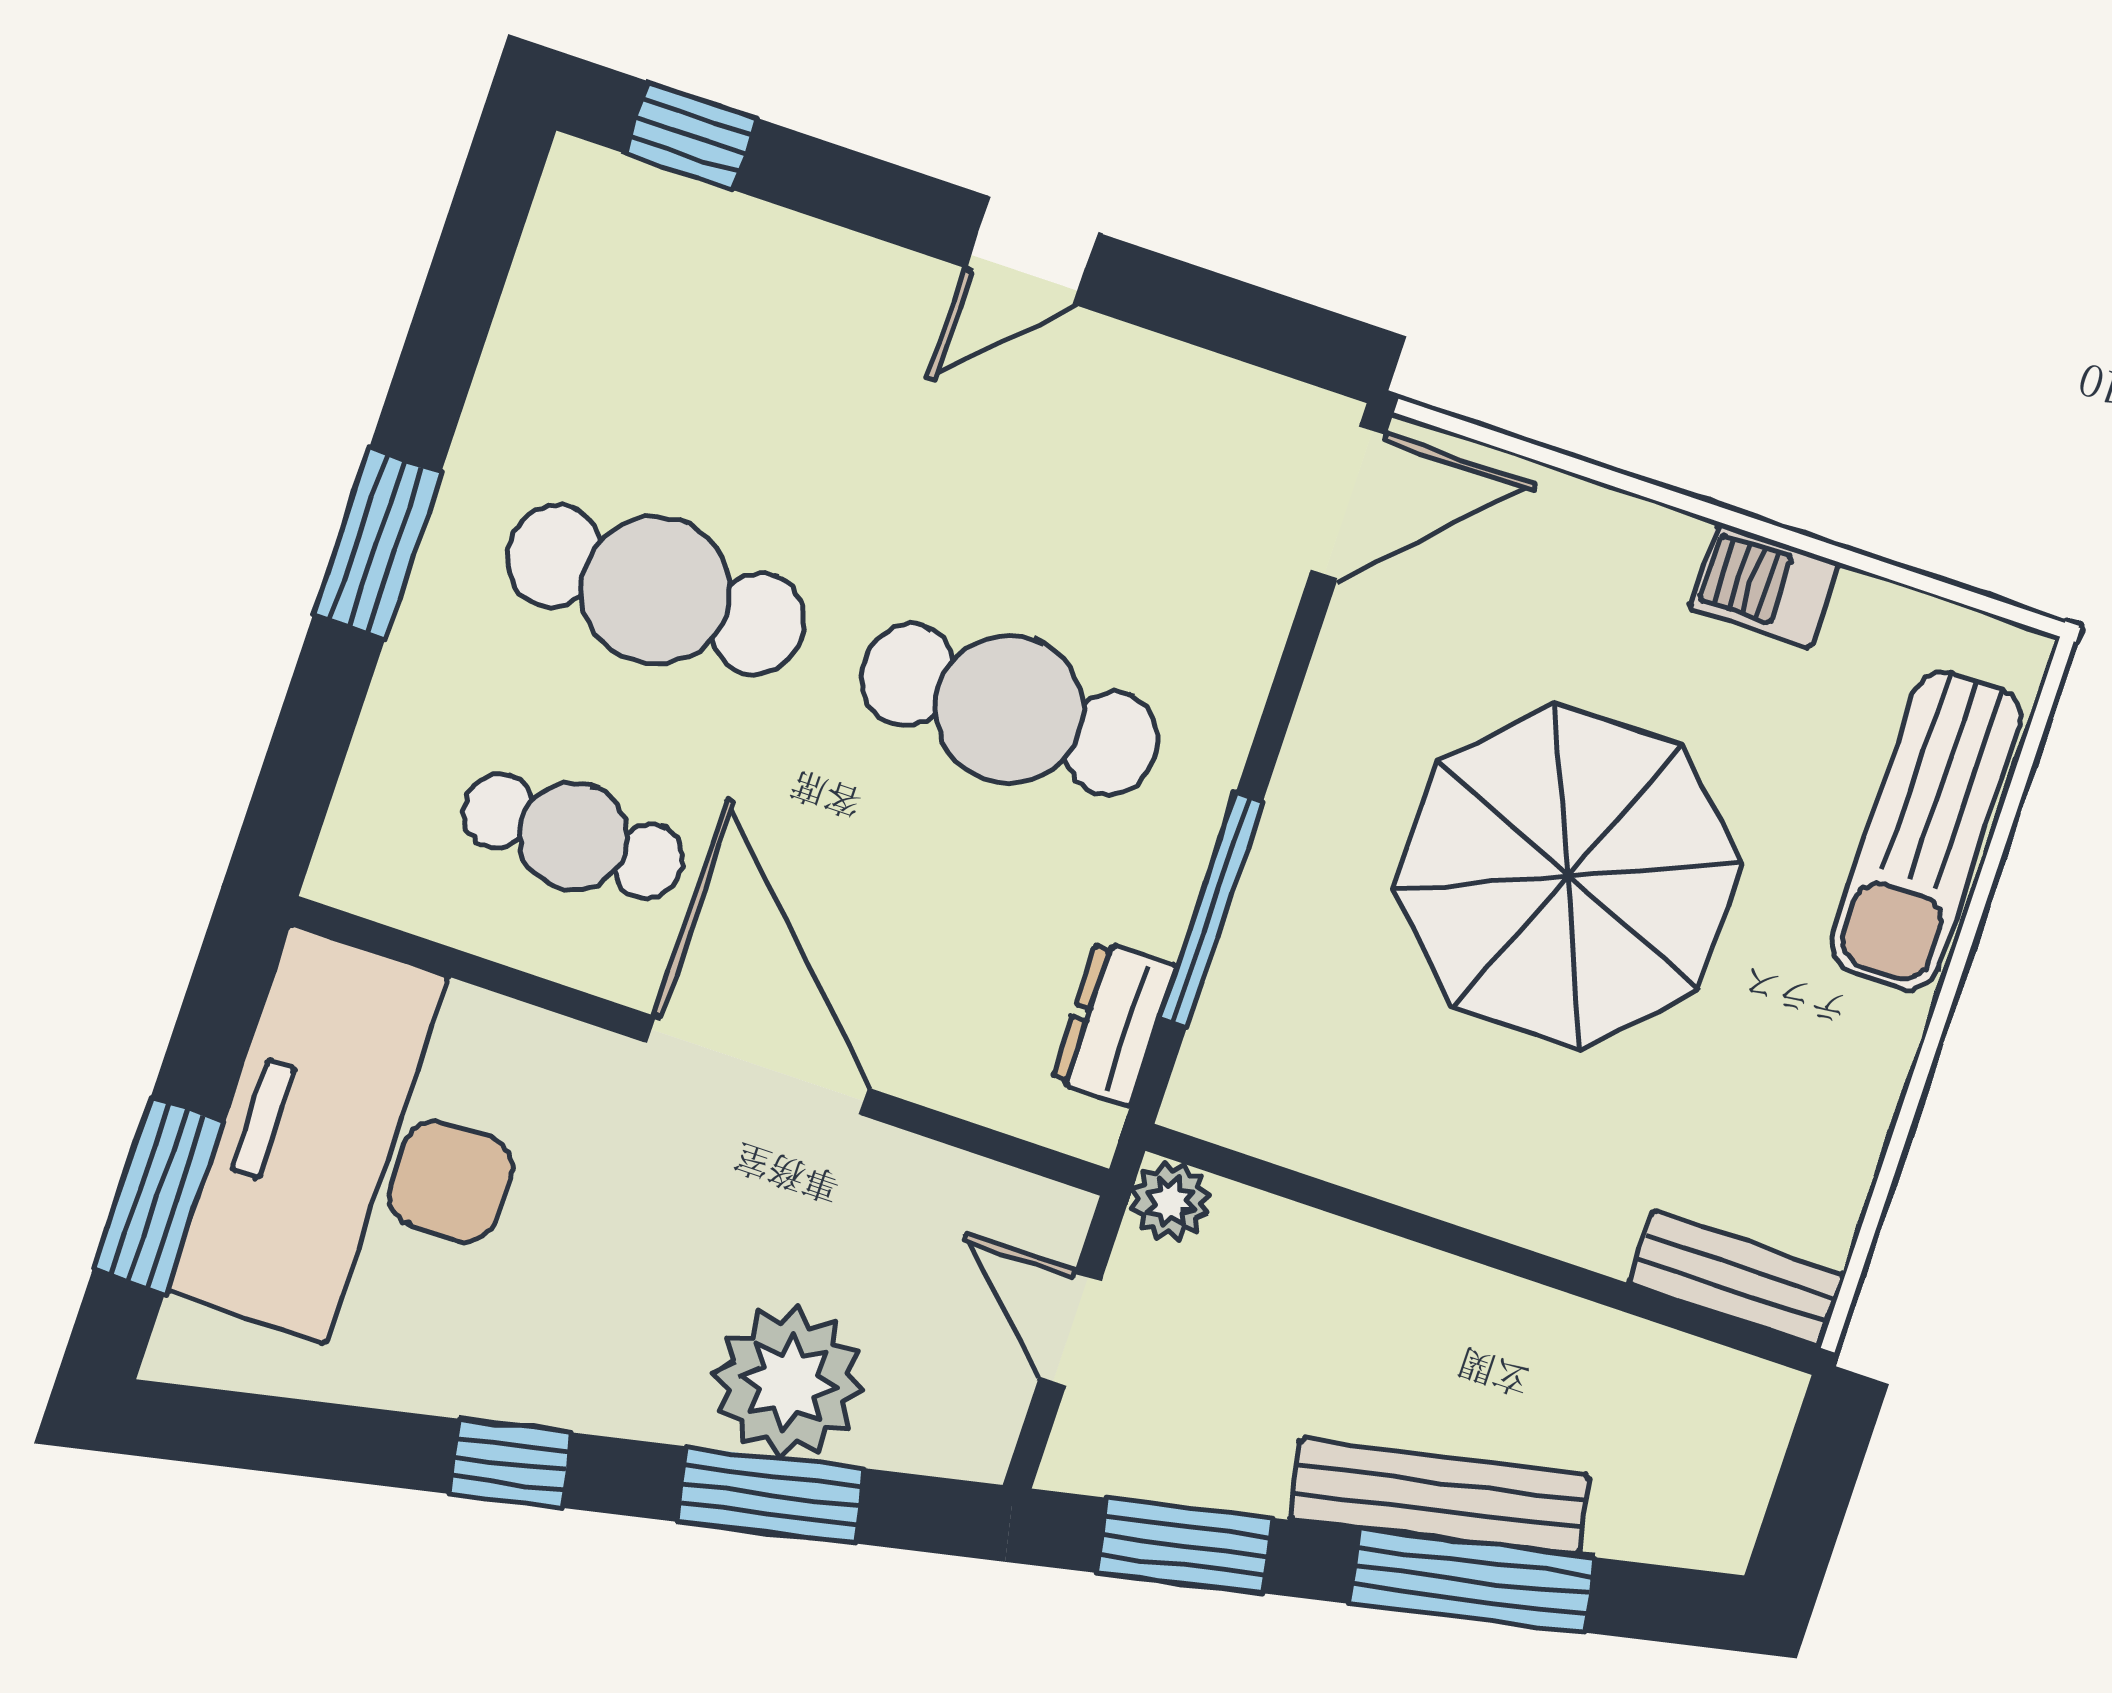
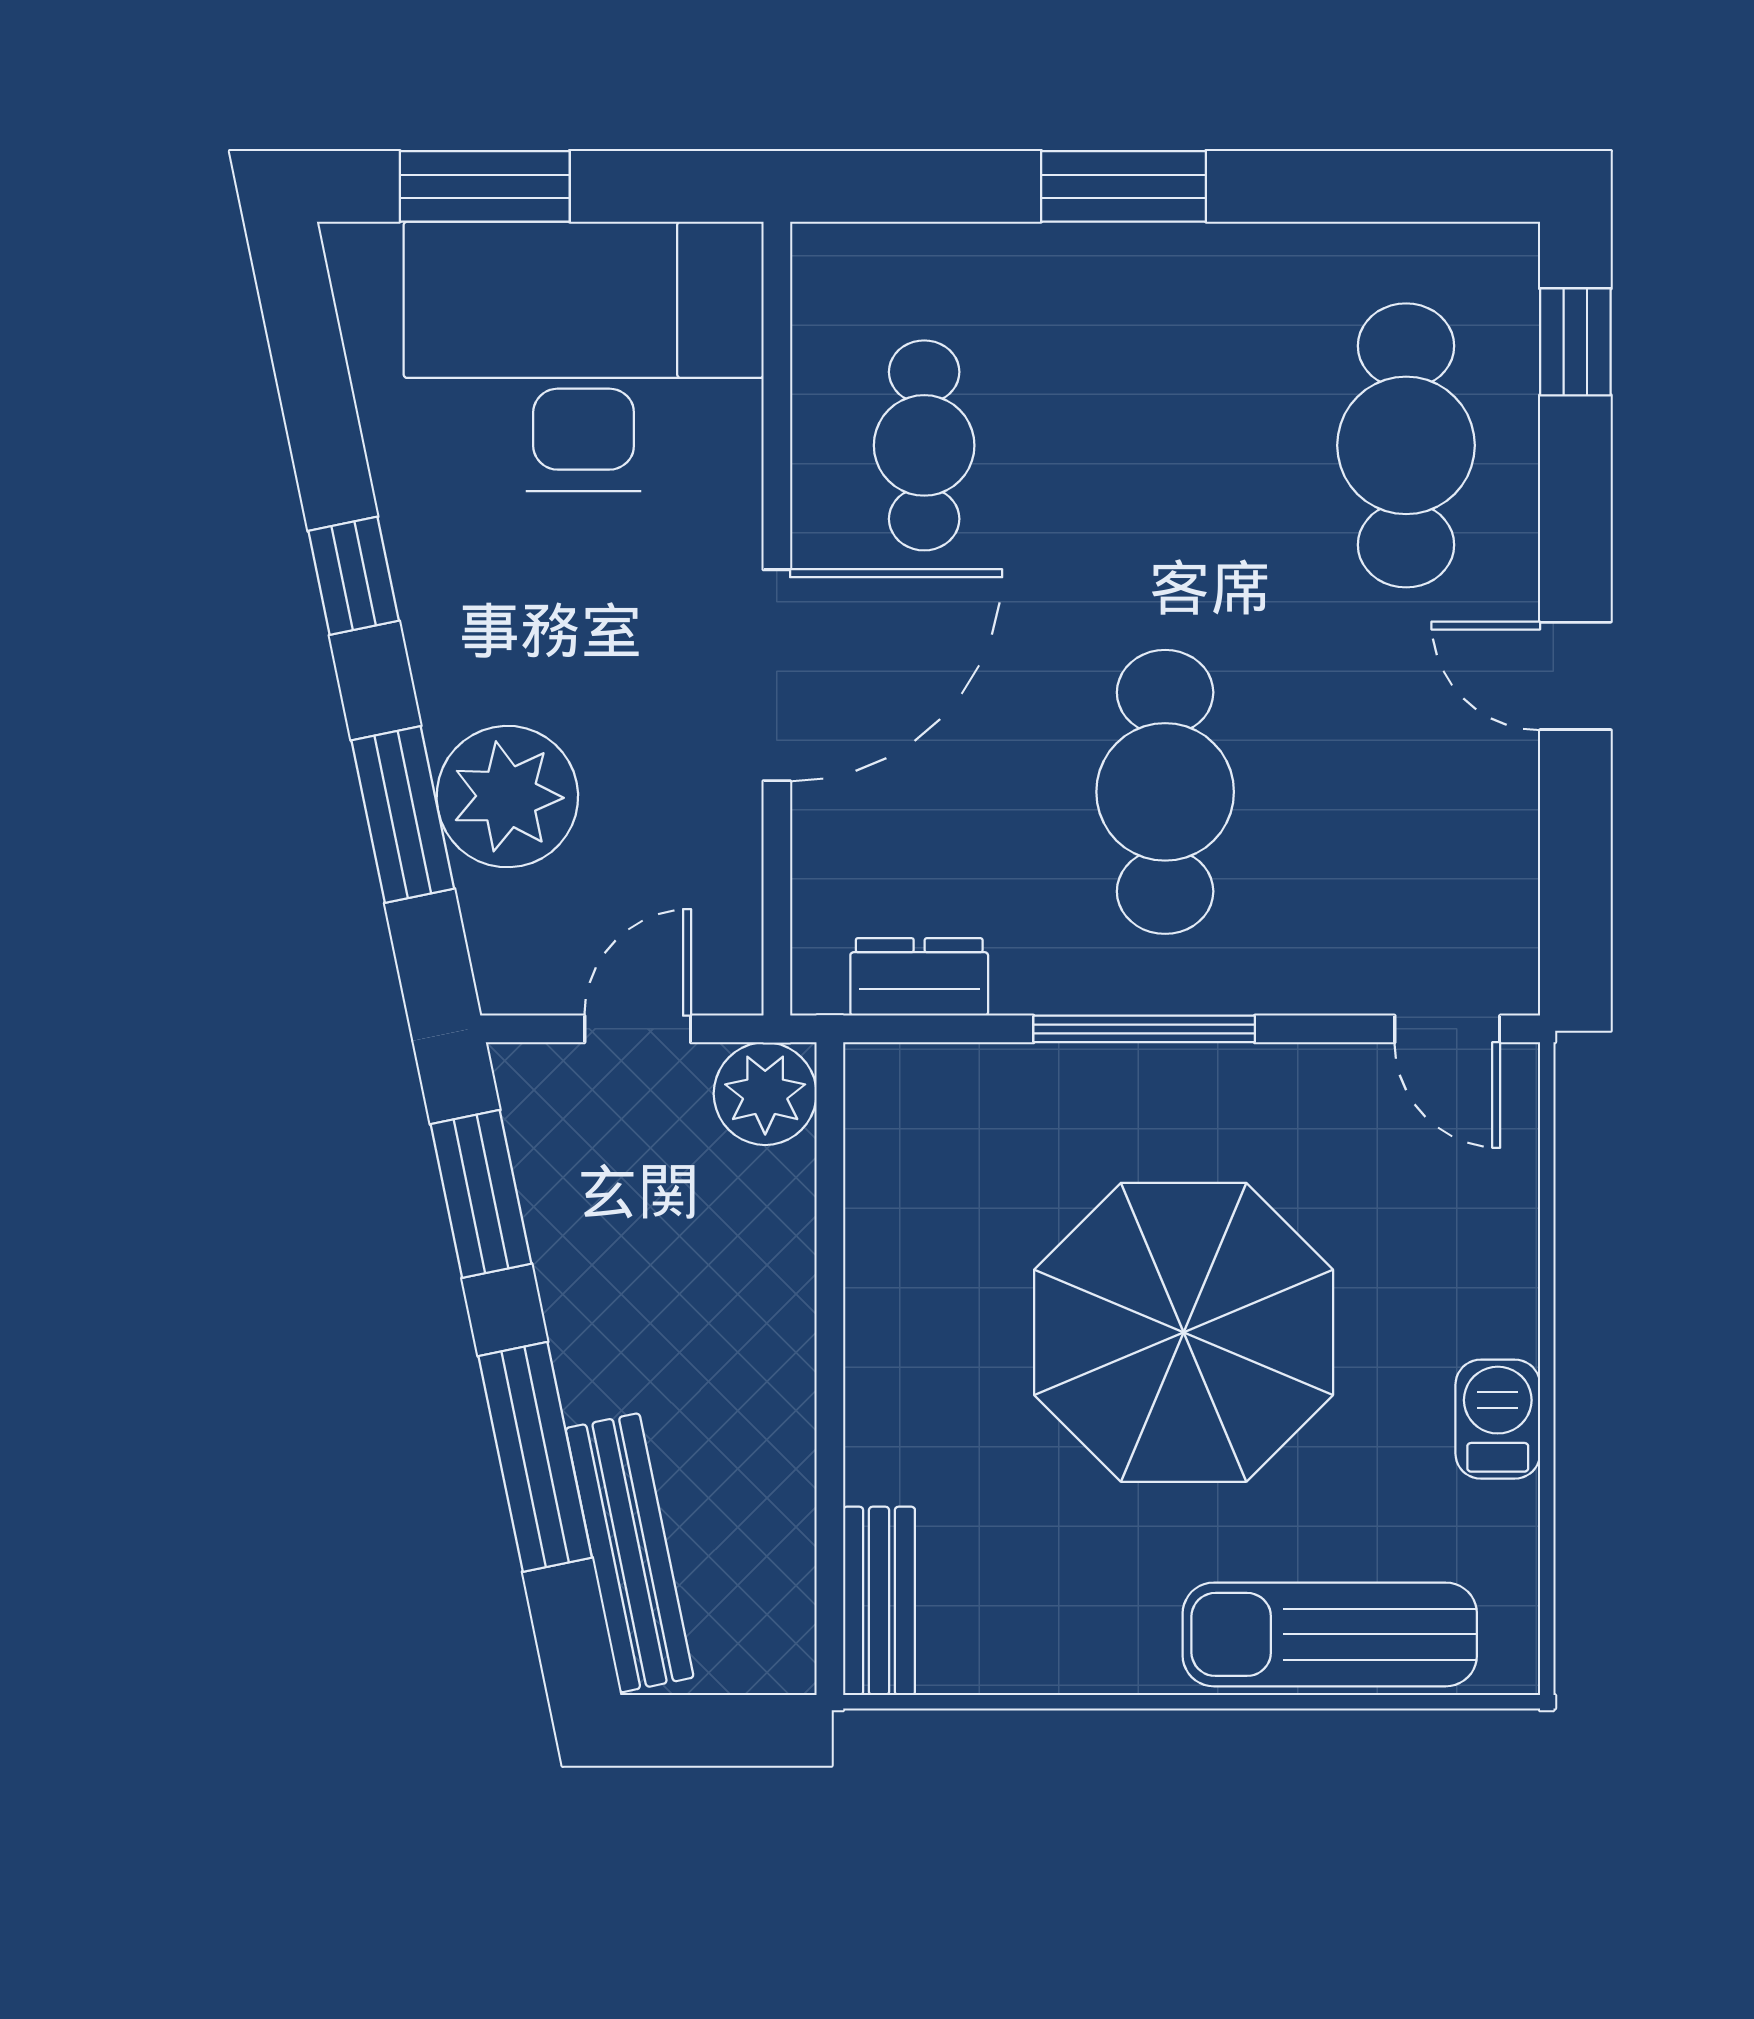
door: (1348, 502) -> (1447, 1029), width x0.73
cafe table: (656, 590) -> (1406, 445), moved
window: (1211, 911) -> (1144, 1029), moved
plant: (1171, 1202) -> (765, 1094), width x1.38, depth x1.38
bench: (1439, 1497) -> (630, 1553), moved

